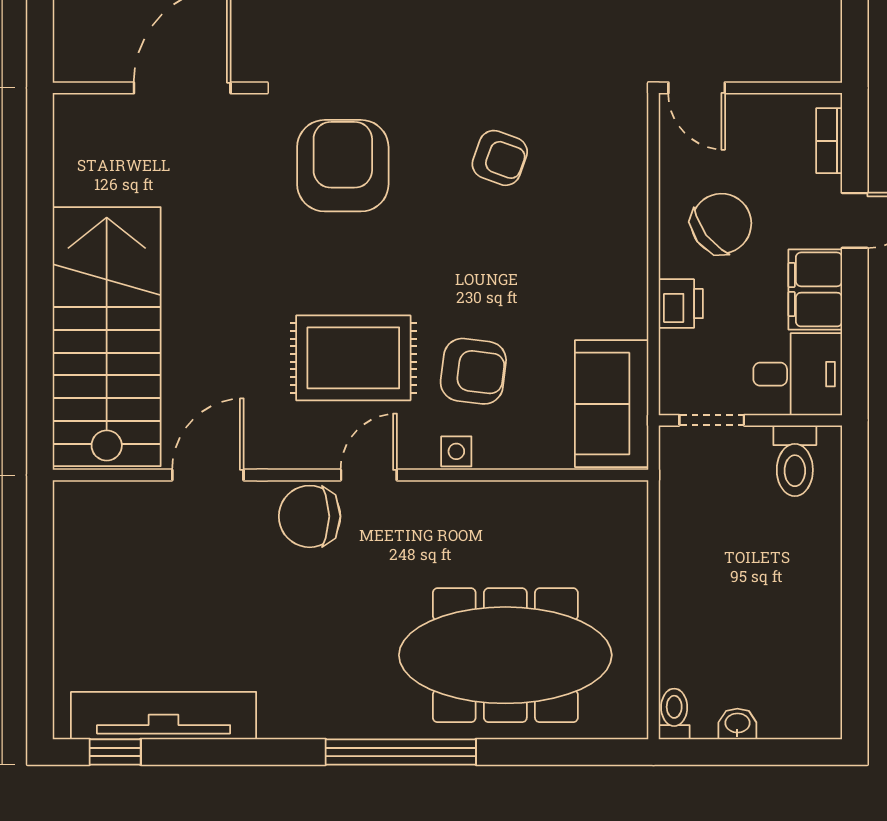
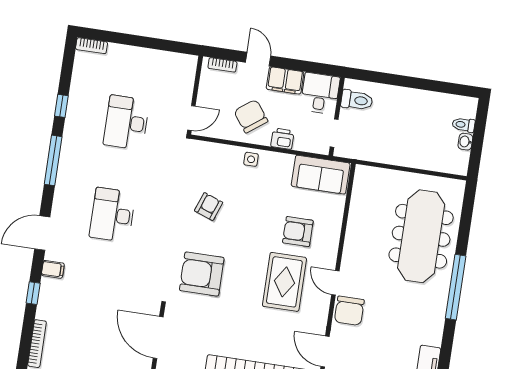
armchair: (473, 371) -> (298, 232), turned -97
side table: (456, 451) -> (251, 159), moved
toilet: (674, 714) -> (464, 125), moved

